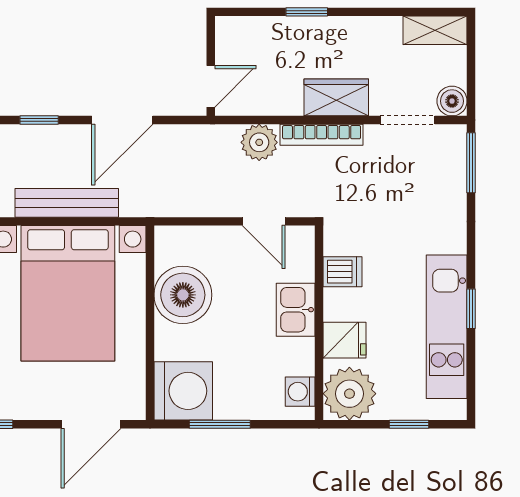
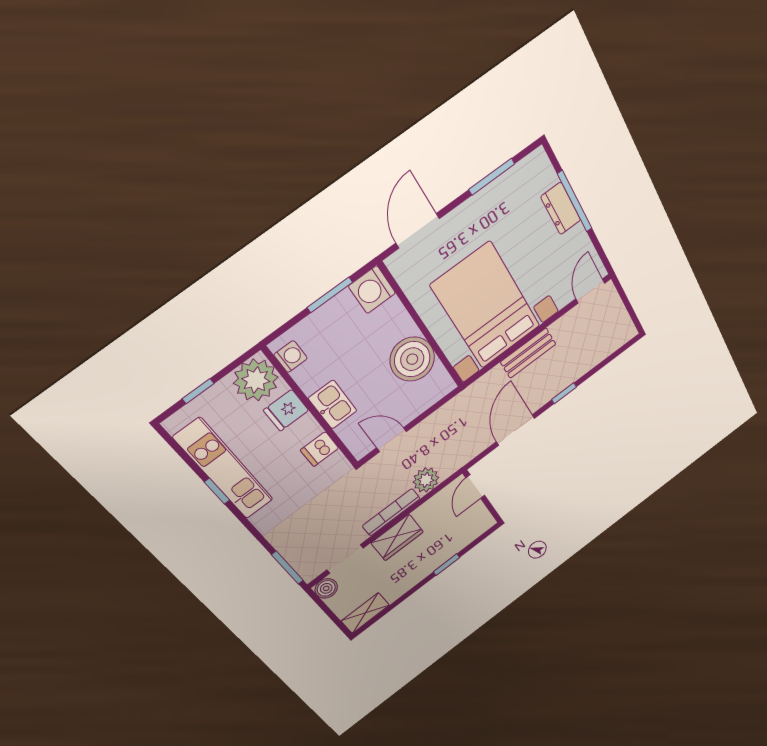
bench: (67, 203) -> (528, 353), width x0.73
washing machine: (183, 391) -> (372, 290), width x0.73, depth x0.73

